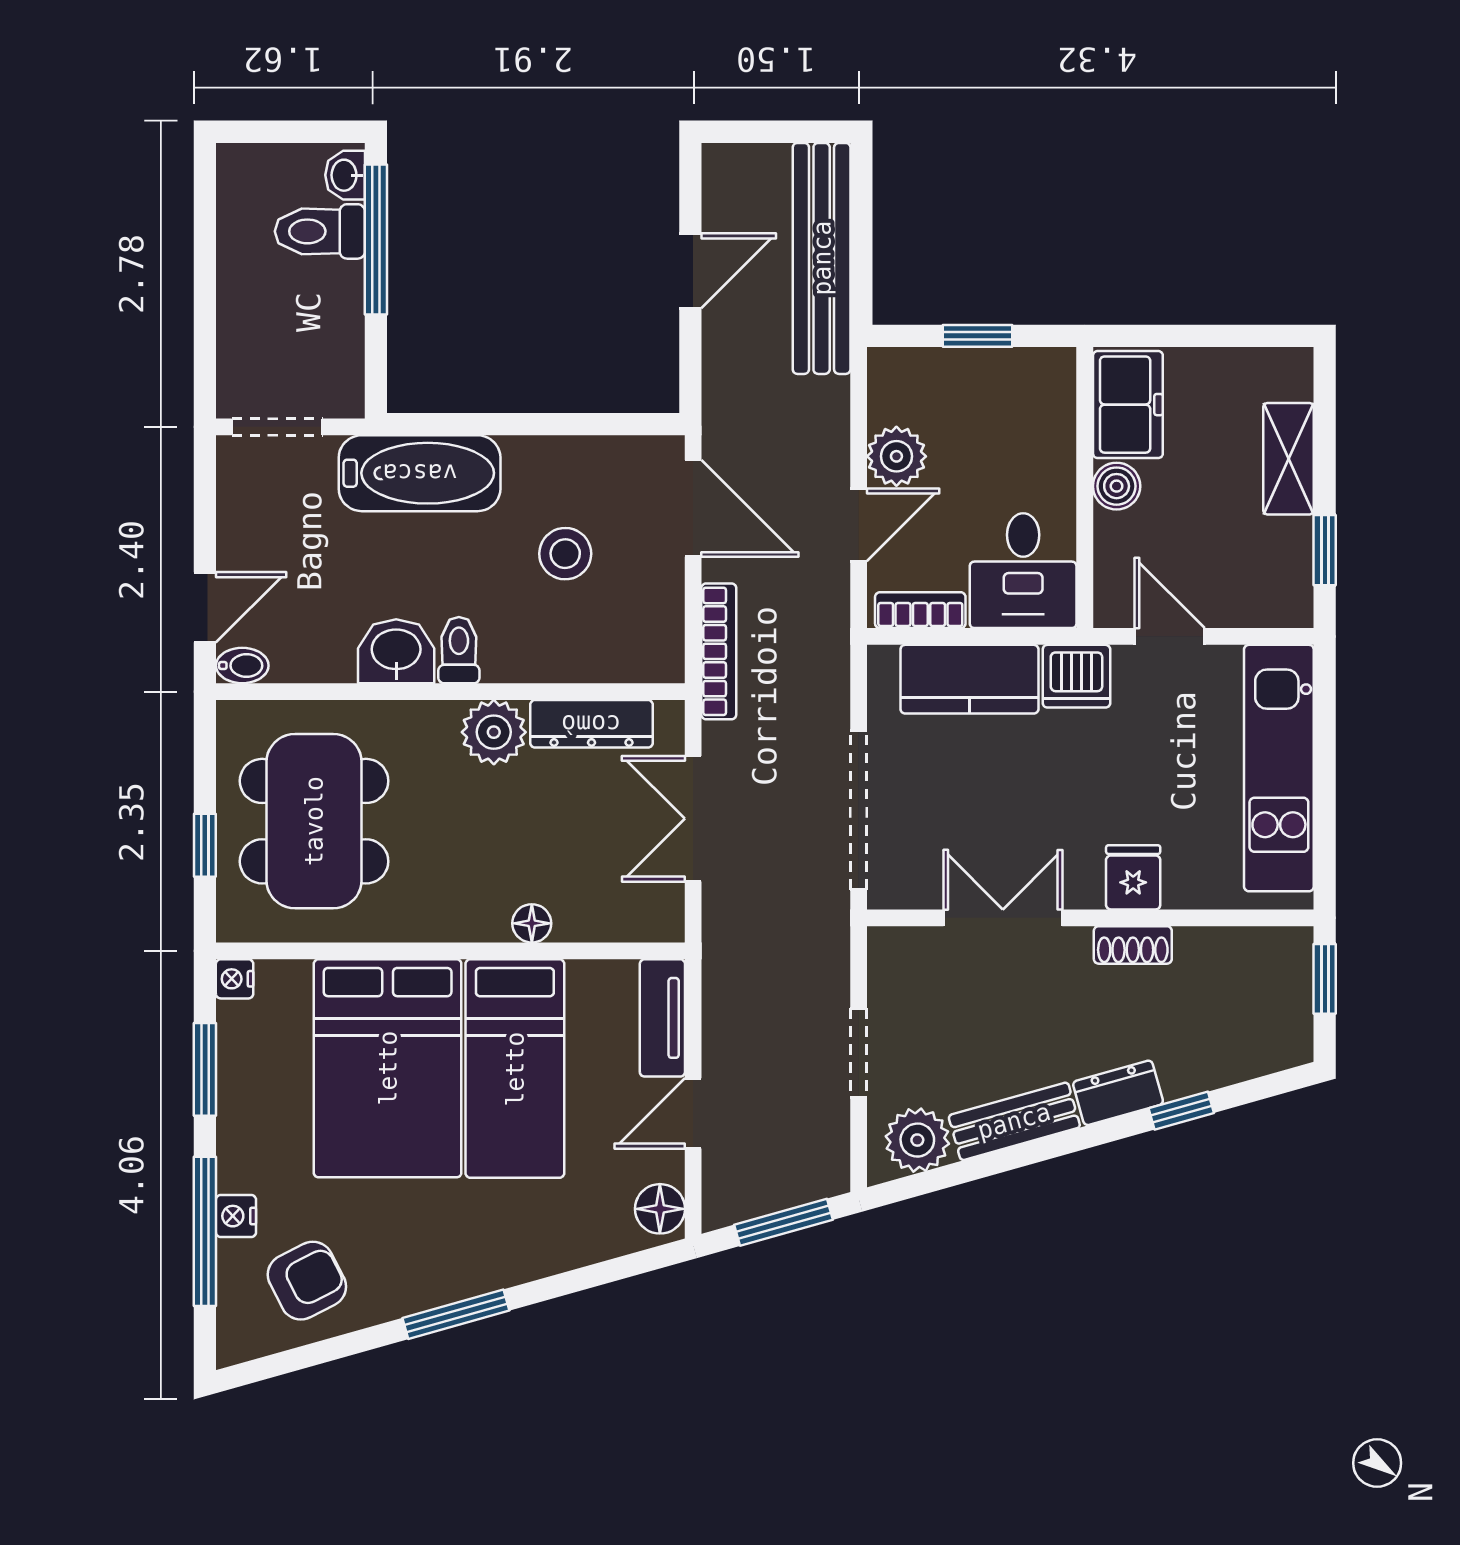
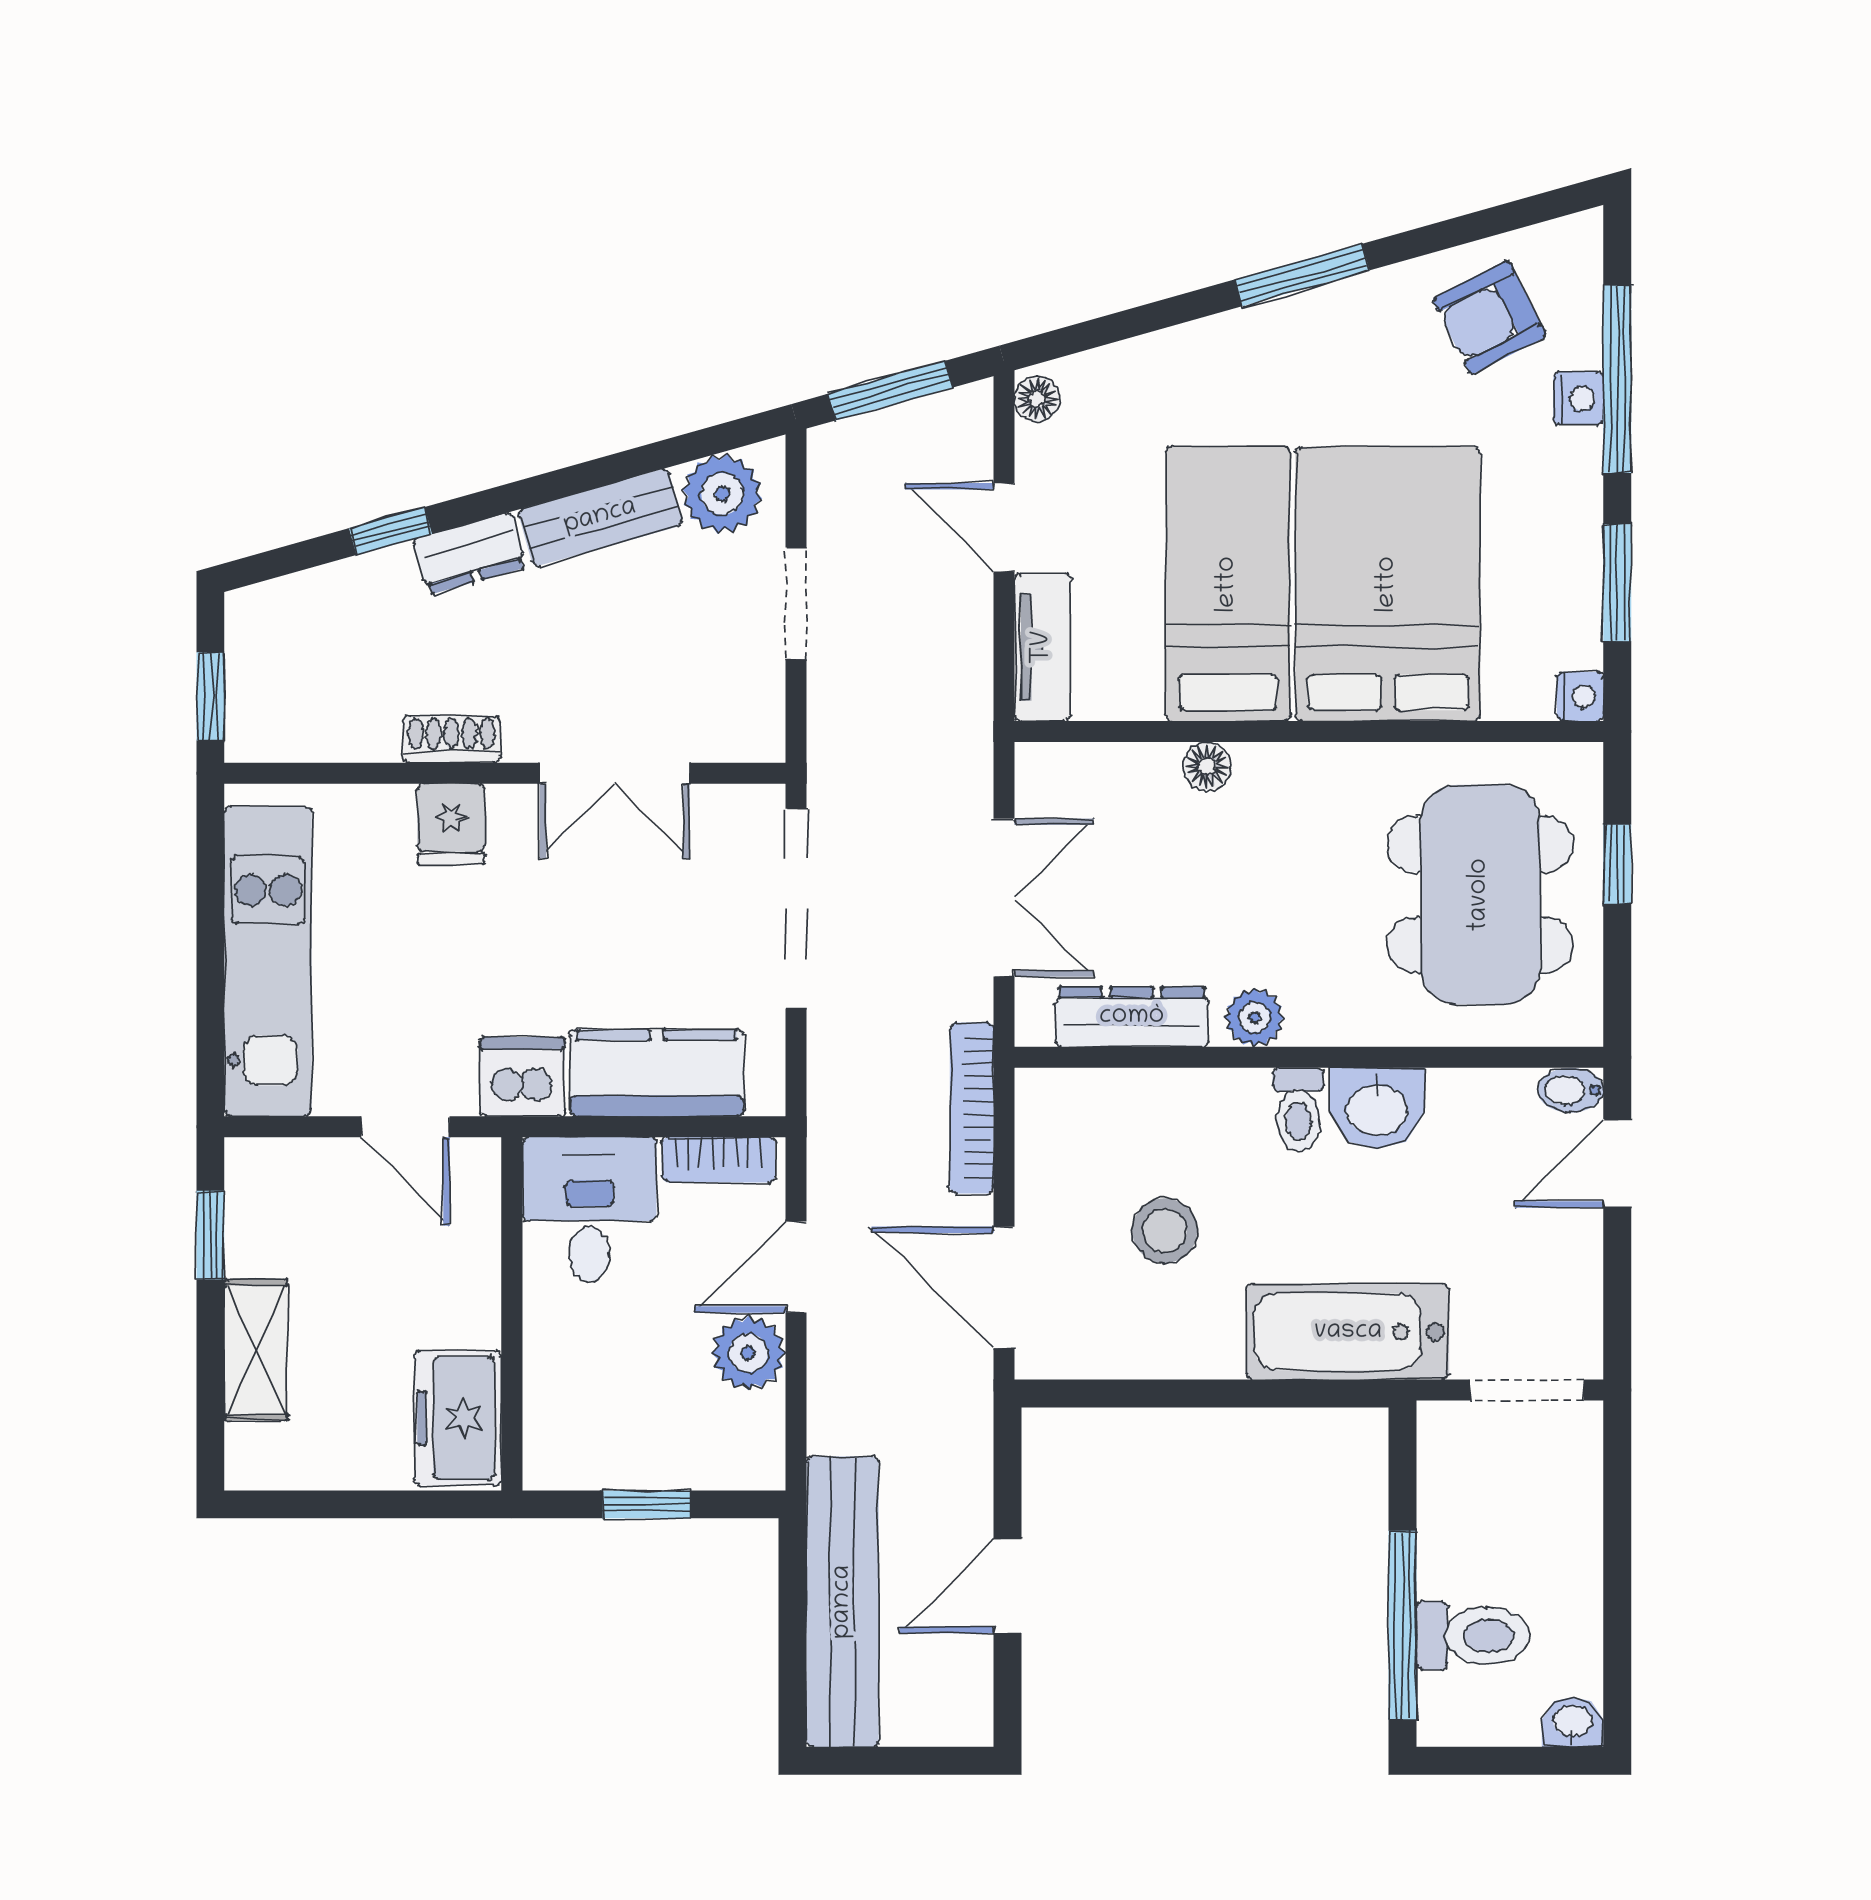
washbasin: (345, 175) -> (1573, 1722), moved, turned -90
boiler: (1117, 486) -> (472, 1316), removed
plant: (494, 732) -> (1254, 1018), width x0.73, depth x0.73
door: (693, 1113) -> (1004, 527), swing flipped
floor lamp: (660, 1209) -> (1037, 399), width x0.73, depth x0.73

